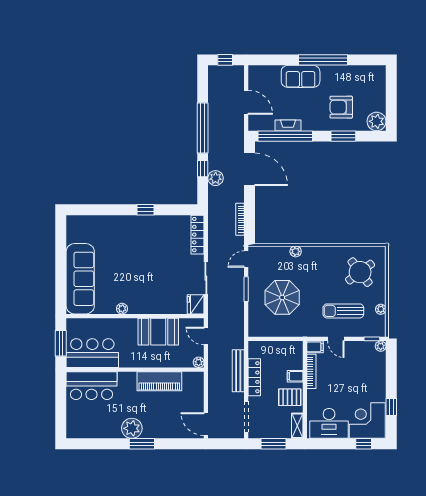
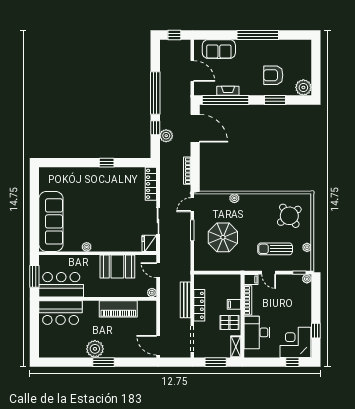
sofa: (301, 76) -> (219, 49), moved
desk: (329, 423) -> (257, 332), moved, turned 90

